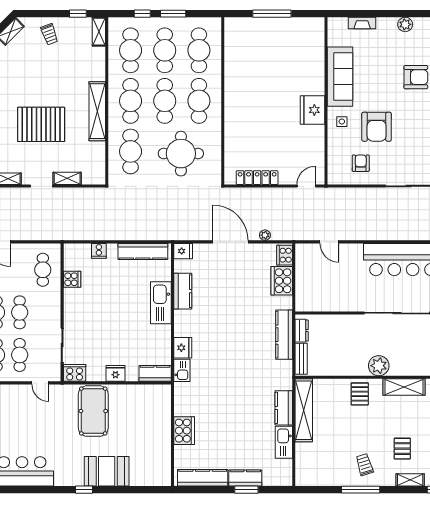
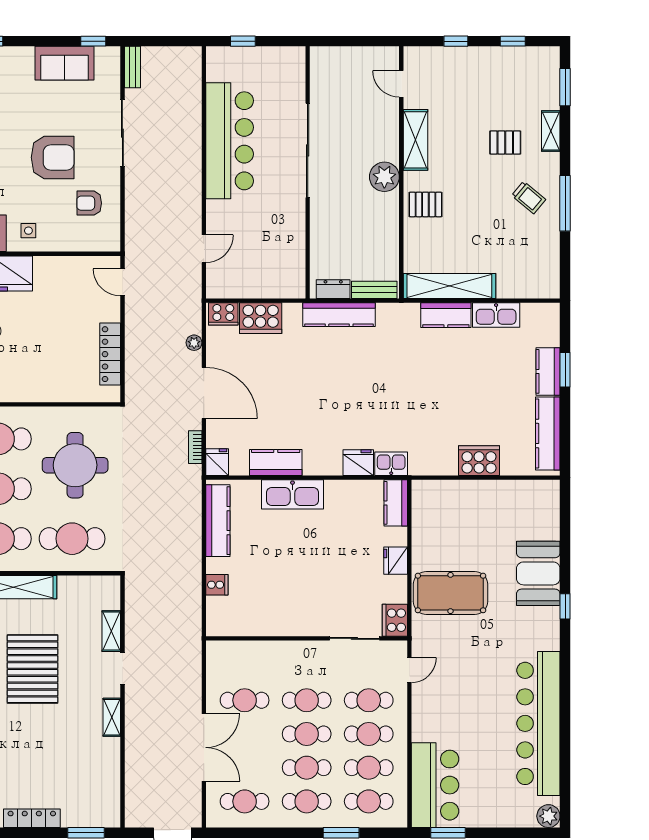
armchair: (377, 127) -> (53, 157), moved
bookcase: (193, 236) -> (195, 447), added
door: (230, 242) -> (204, 393), swing flipped
cafe table: (43, 270) -> (245, 700), moved
cooker: (72, 279) -> (258, 624), removed
trolley: (365, 465) -> (529, 198), turned -123

